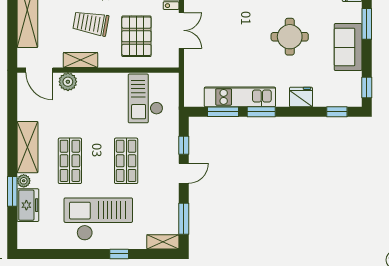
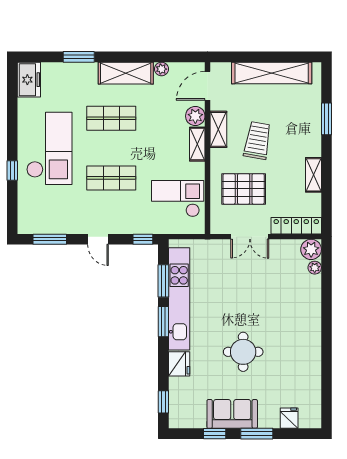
window: (367, 87) -> (215, 434), moved
kitchen unit: (240, 97) -> (179, 299), width x1.36
window: (184, 145) -> (143, 239), moved
plant: (24, 181) -> (161, 69), moved
freezer: (28, 205) -> (29, 80), moved, turned -90
shelving: (163, 242) -> (197, 144), moved

